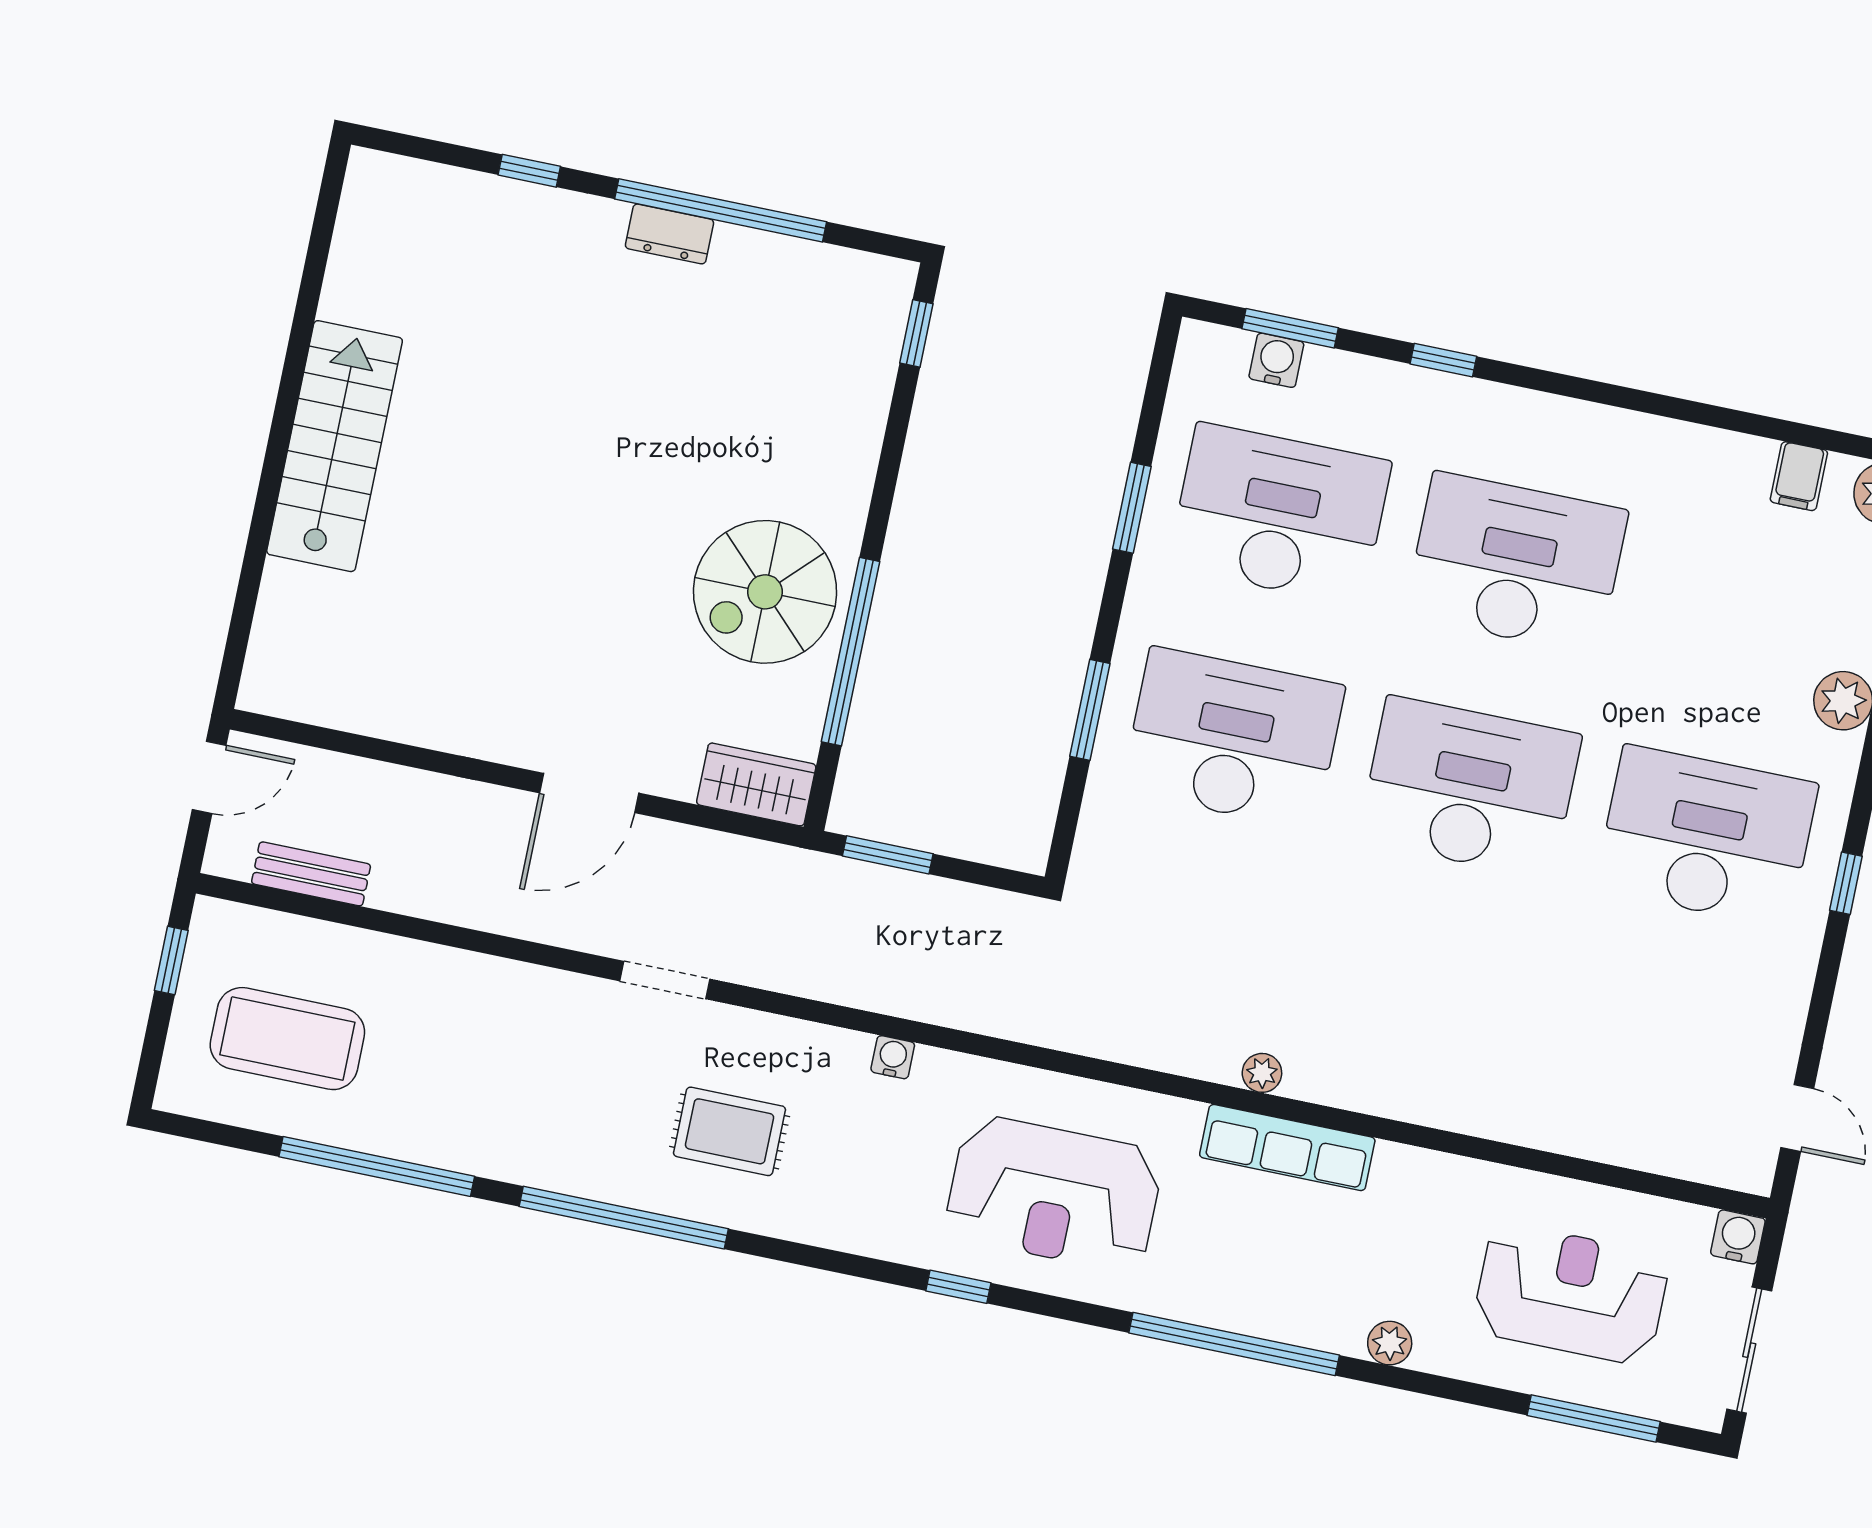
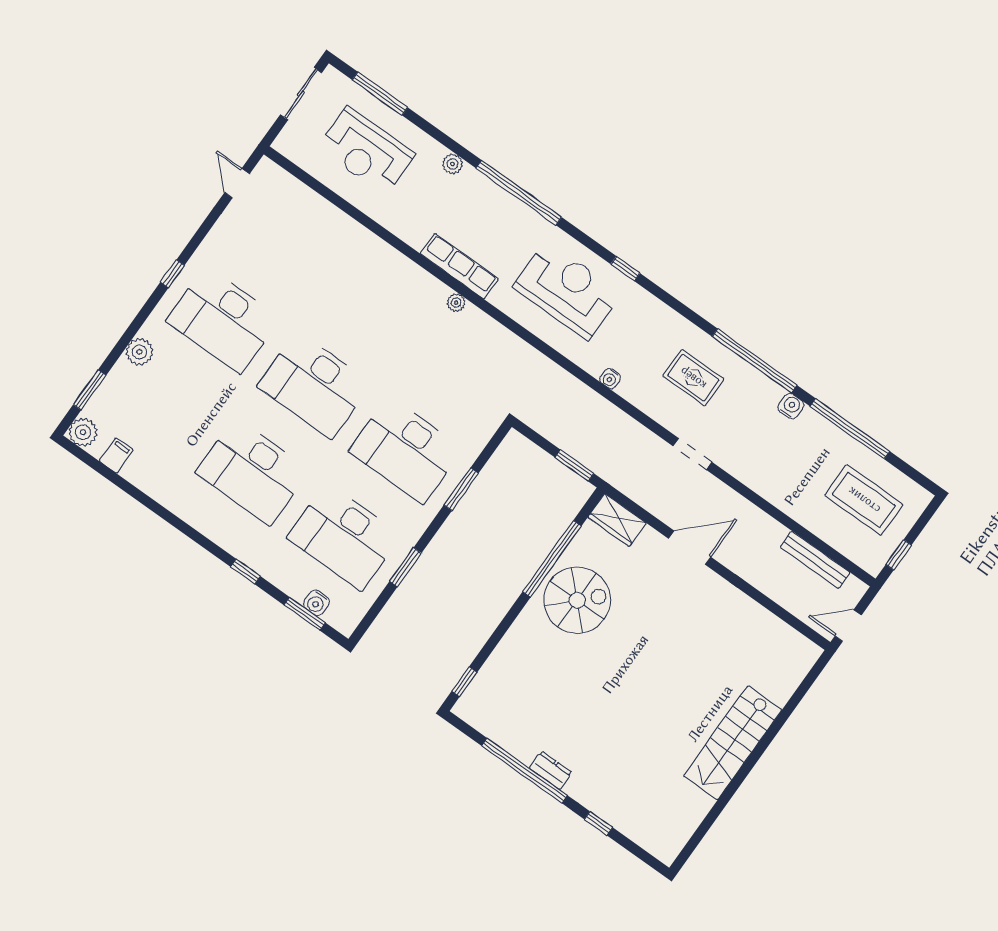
bench: (311, 874) -> (815, 560), width x1.36
water cooler: (1738, 1237) -> (791, 406), moved, turned 180

